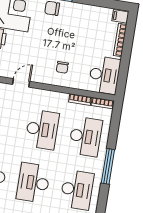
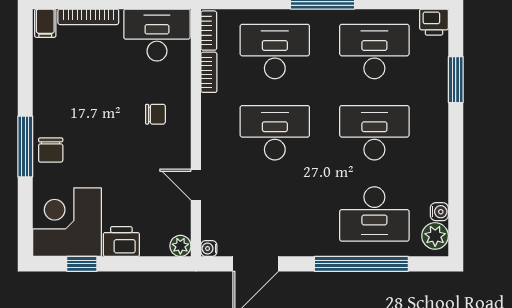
desk: (33, 183) -> (374, 133), turned 180

